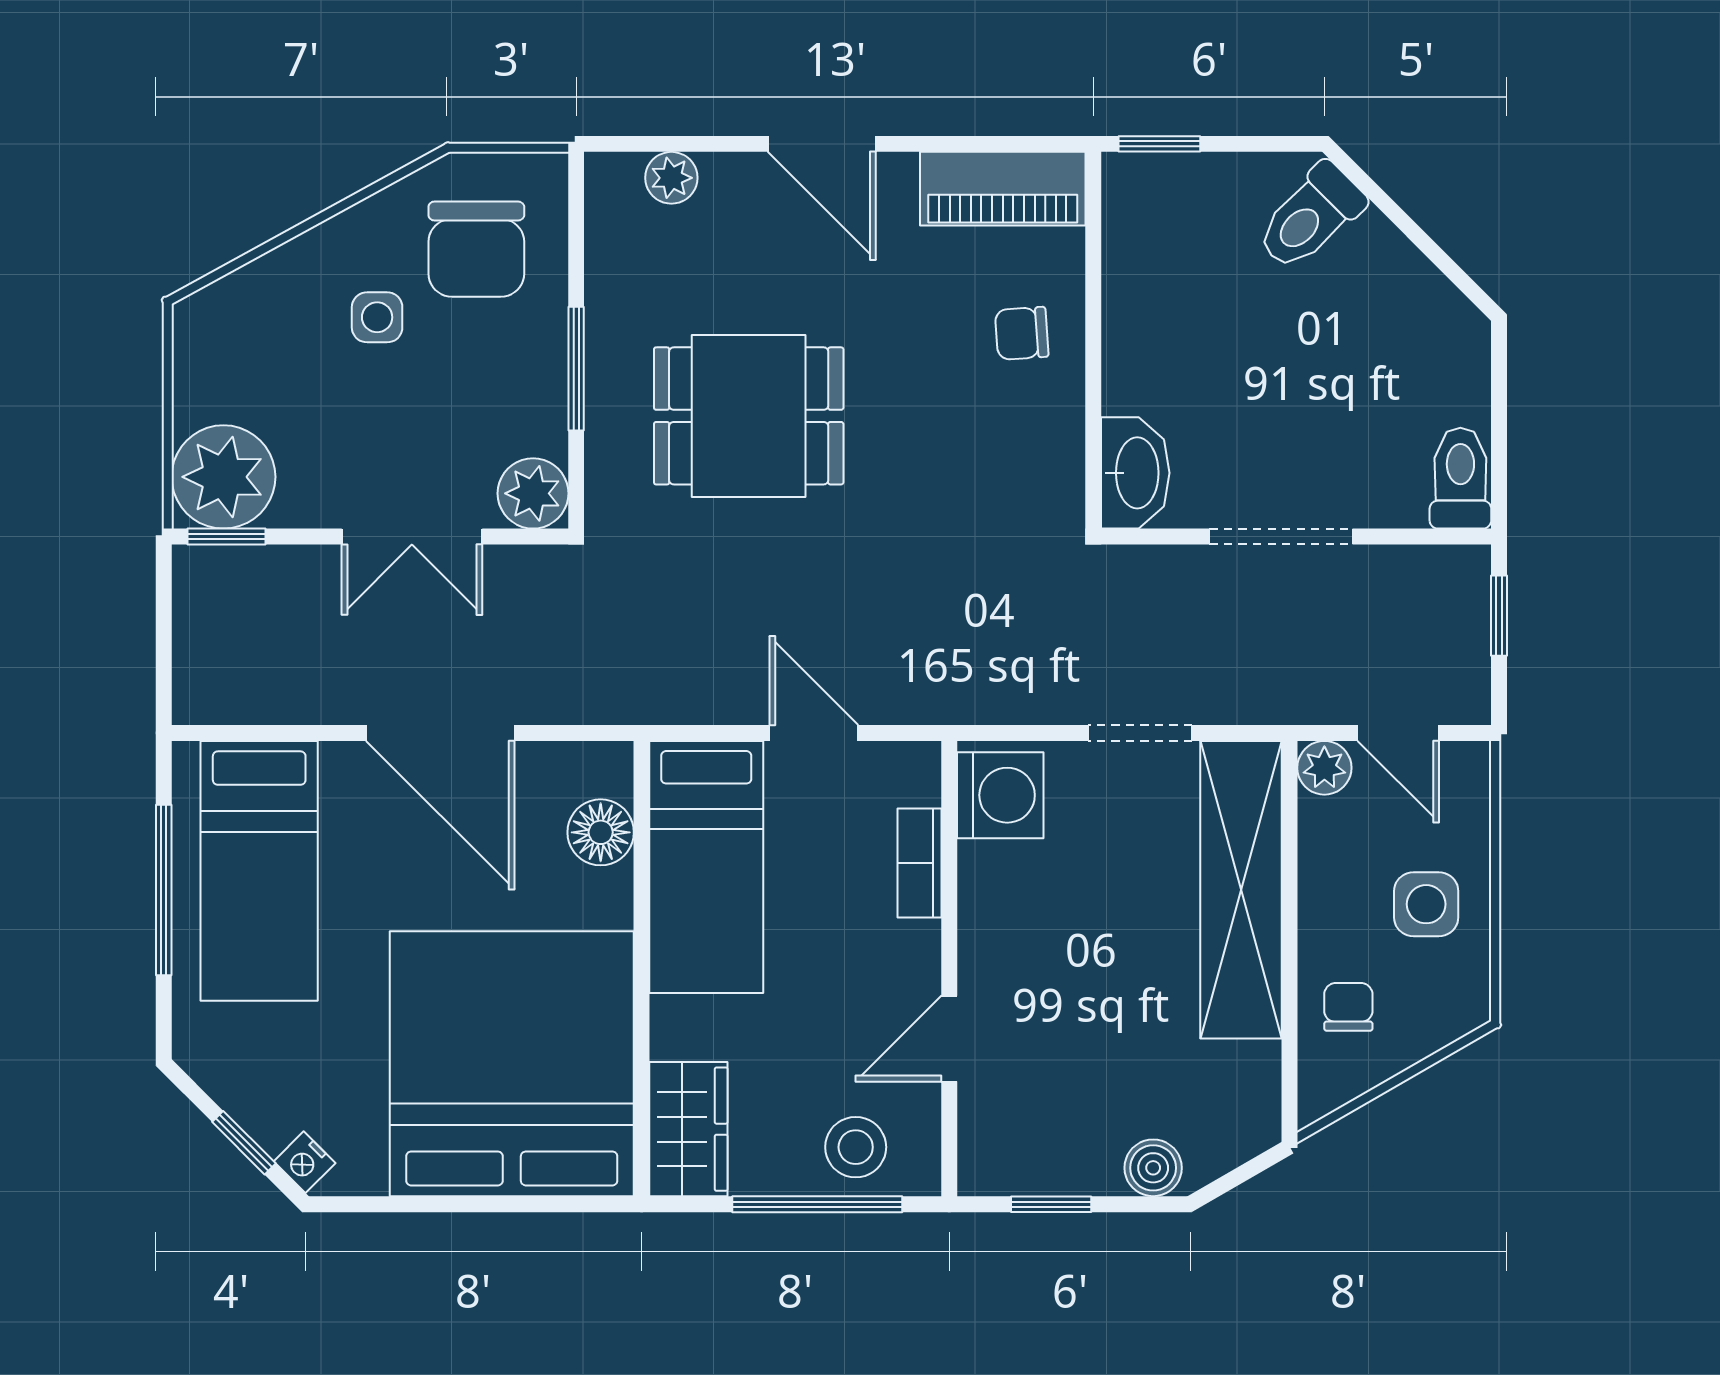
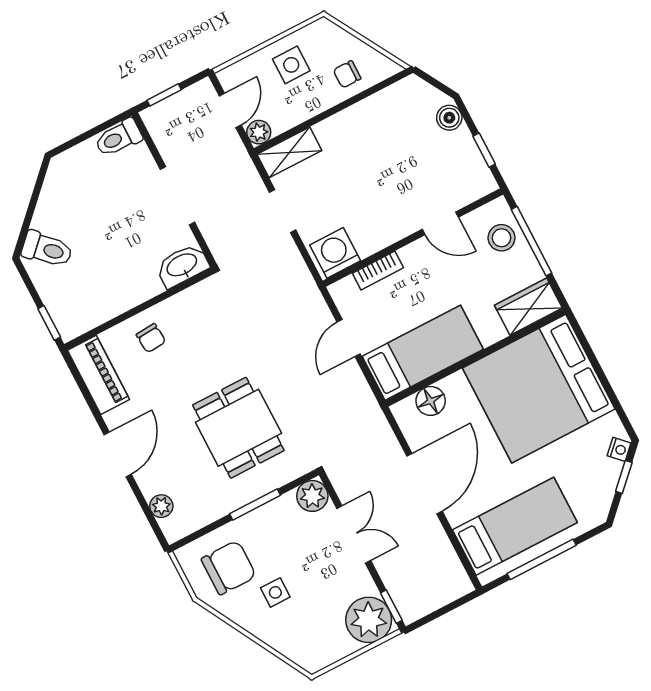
shelving: (1241, 890) -> (289, 152), width x0.45, depth x0.75

